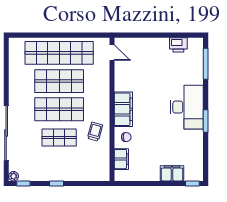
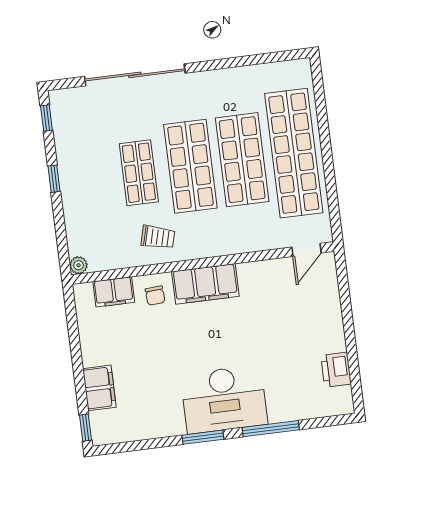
window: (206, 64) -> (271, 429), moved
plant: (13, 176) -> (78, 265), moved

